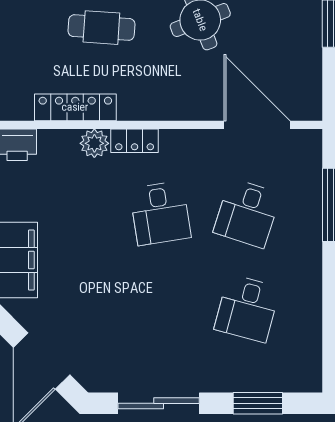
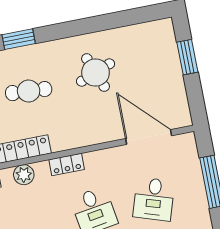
plant: (94, 143) -> (24, 175), moved

